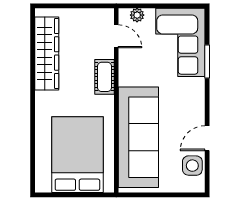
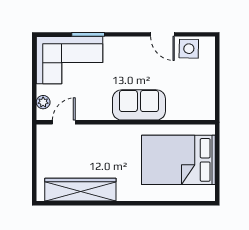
cot: (104, 77) -> (103, 134), removed
sofa: (138, 137) -> (139, 105), width x0.54, depth x0.79

